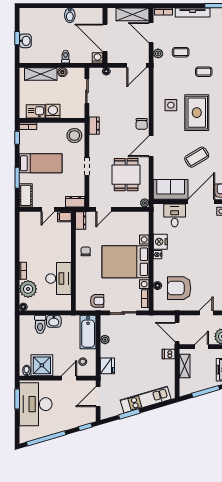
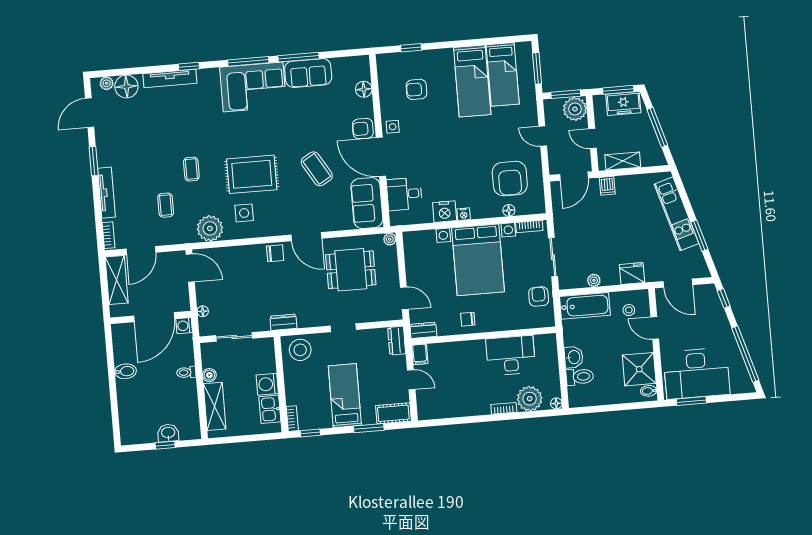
plant: (158, 53) -> (210, 228), moved, width x1.88, depth x1.88

